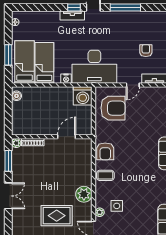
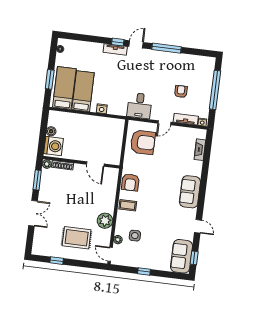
desk: (94, 67) -> (140, 106), width x0.53, depth x0.77
boiler: (16, 96) -> (51, 131), moved
washing machine: (83, 96) -> (53, 146), moved, turned -90
door: (67, 137) -> (95, 164), swing flipped

